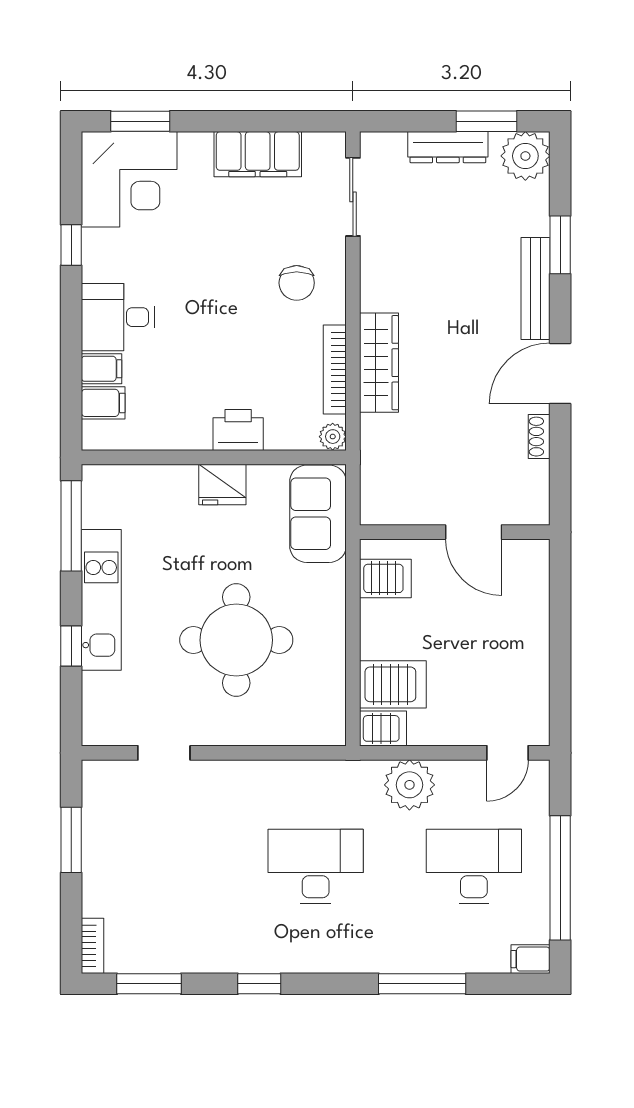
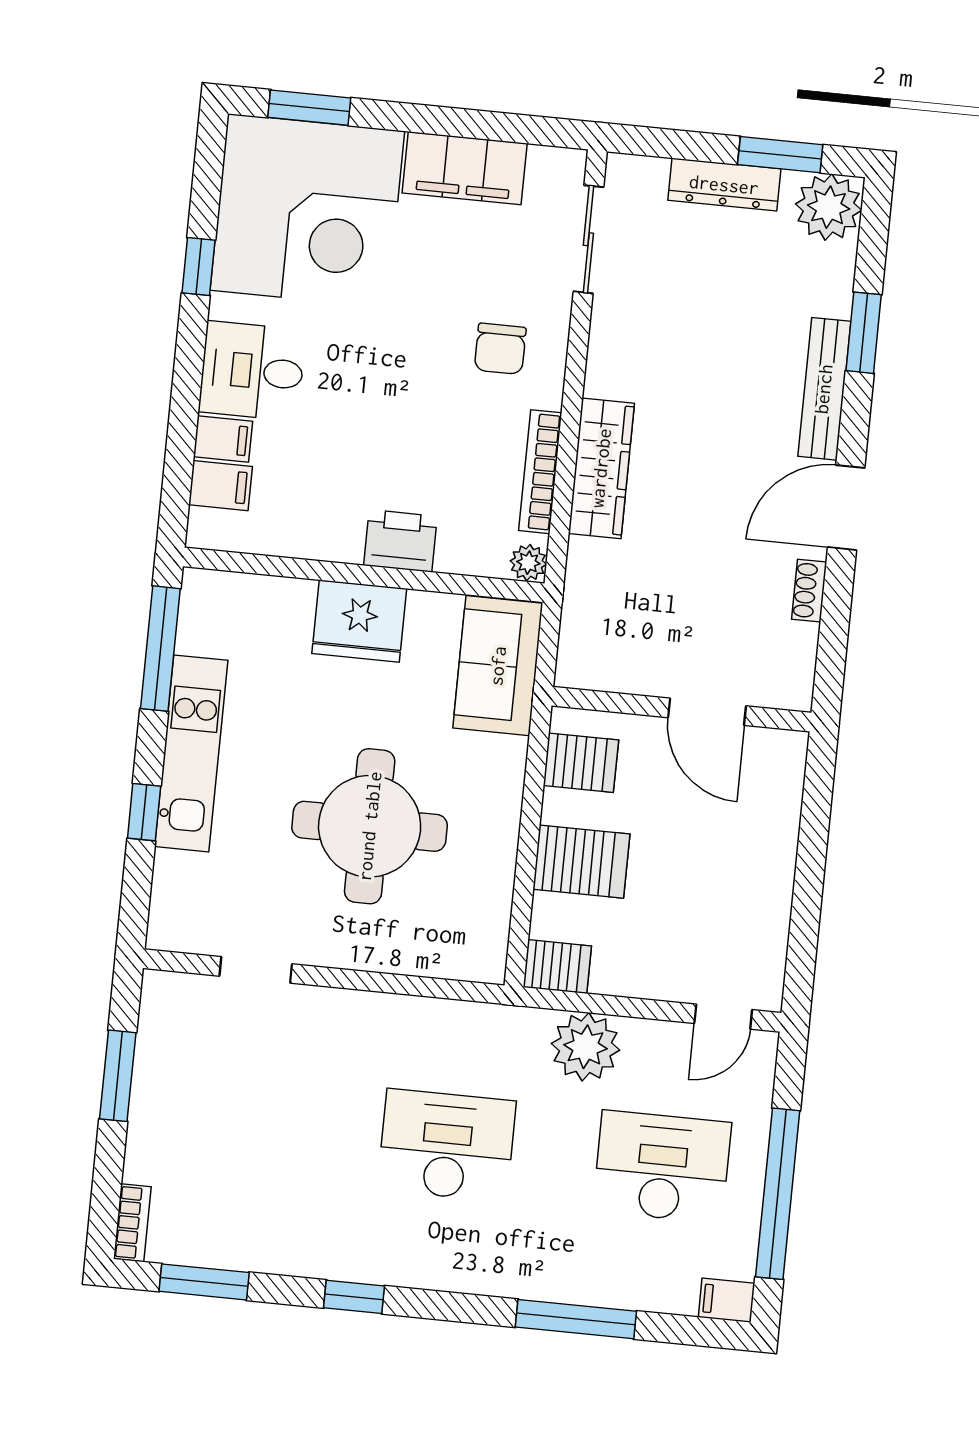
corner desk: (129, 179) -> (307, 211), width x1.36, depth x1.36
fridge: (222, 485) -> (359, 621), width x1.36, depth x1.34
server rack: (393, 684) -> (581, 862), moved

